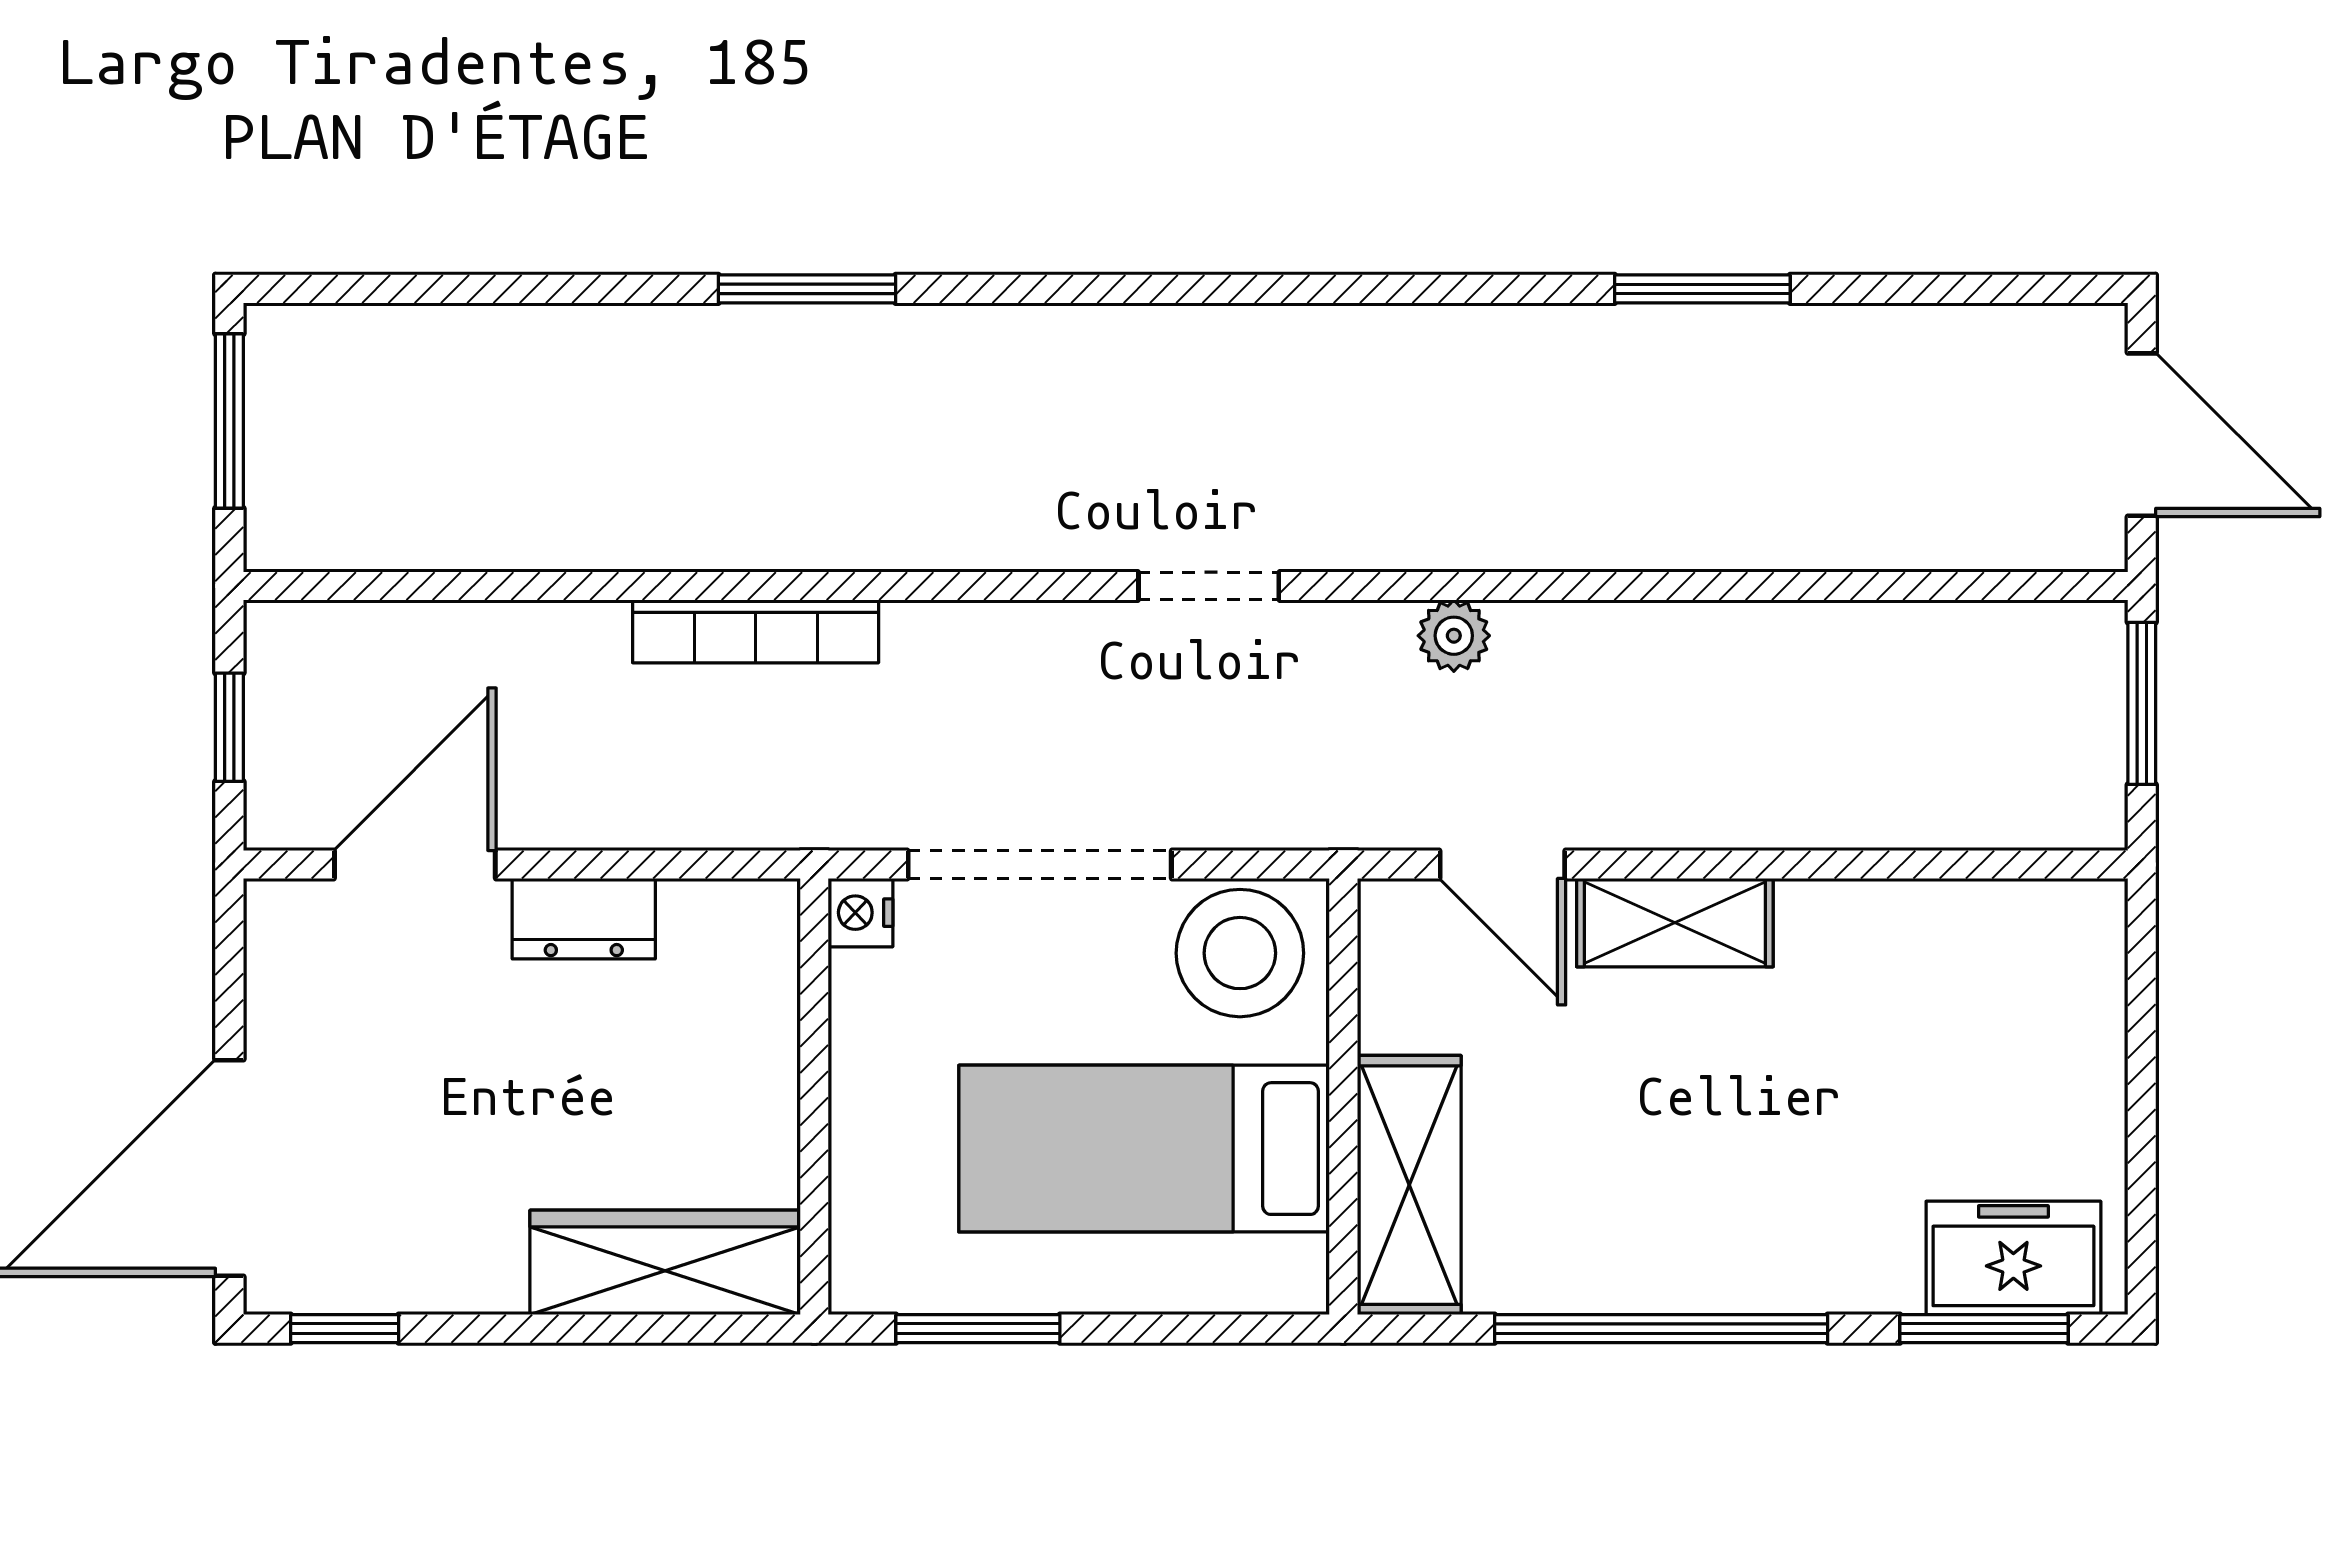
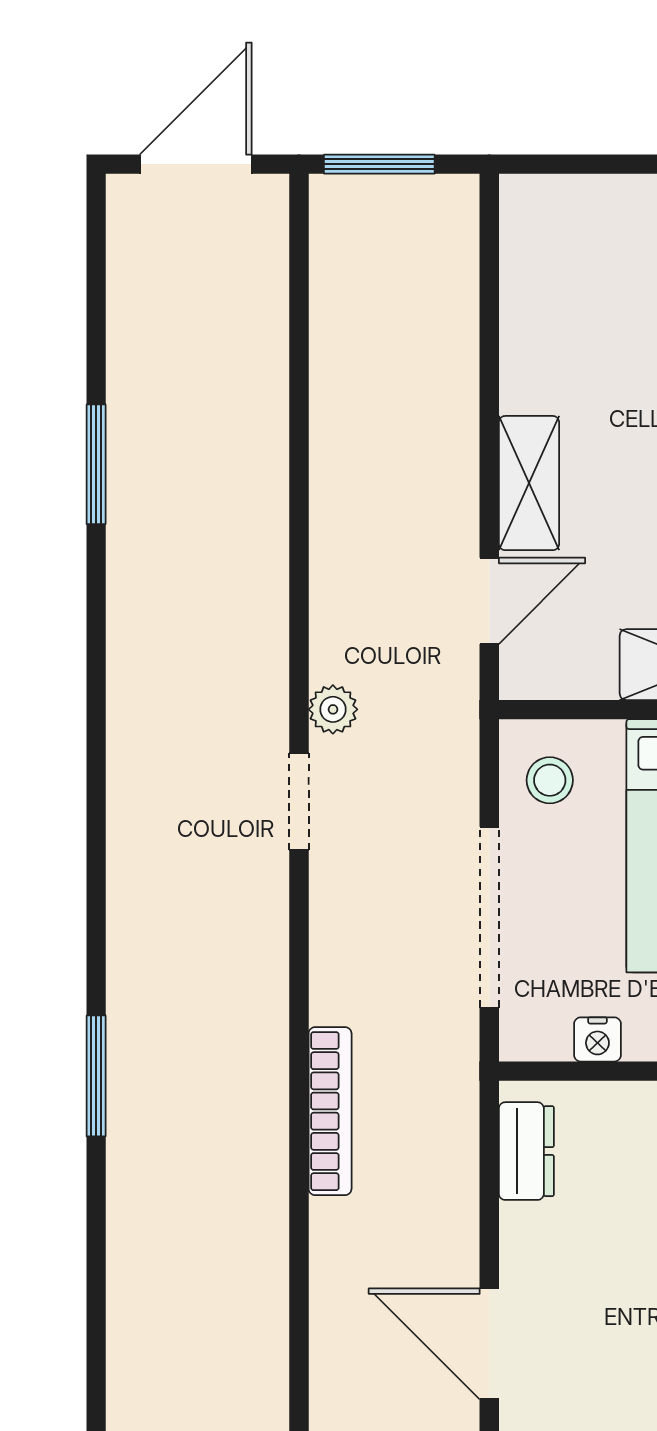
plant: (1454, 636) -> (333, 709), moved
nightstand: (860, 913) -> (597, 1039), moved
dresser: (584, 919) -> (526, 1151), moved
stool: (1240, 953) -> (550, 780), width x0.53, depth x0.53

